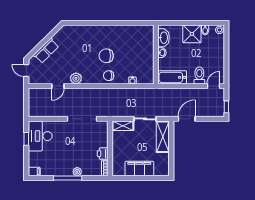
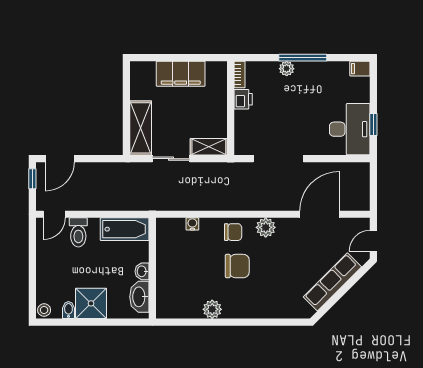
plant: (121, 30) -> (212, 309), added
row of seats: (46, 51) -> (332, 282), width x1.48
door: (26, 71) -> (373, 241), swing flipped
plant: (76, 78) -> (266, 227), moved
door: (58, 86) -> (320, 214), width x1.88
door: (187, 119) -> (60, 159), moved

